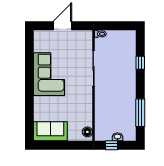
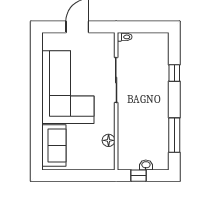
corner sofa: (49, 74) -> (68, 87), width x1.36, depth x1.36
sofa: (50, 131) -> (54, 145), moved, turned 90
floor lamp: (87, 132) -> (109, 140), moved

